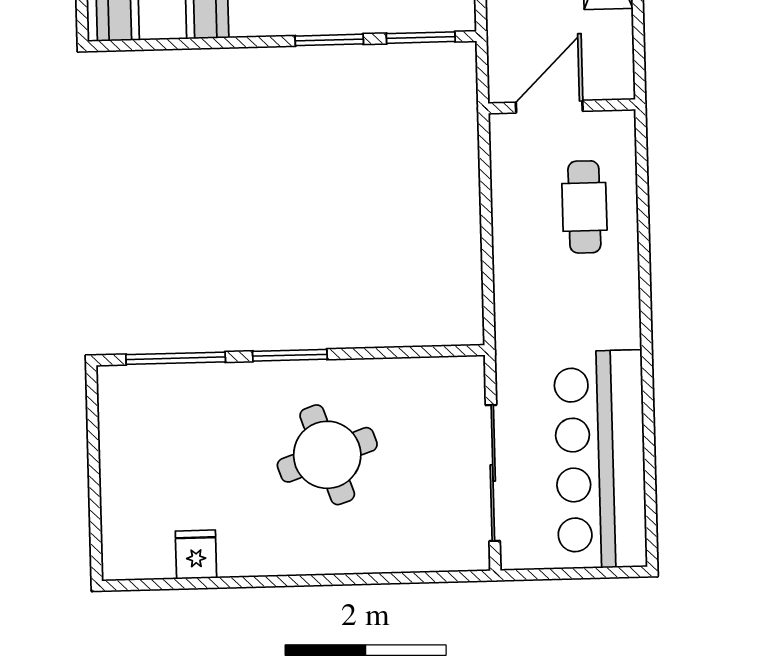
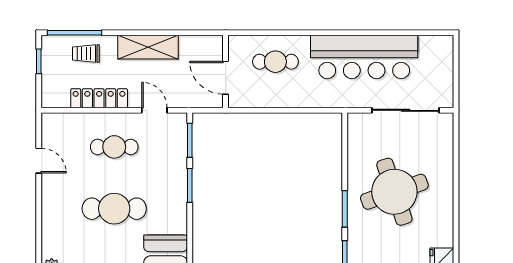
round table: (327, 455) -> (394, 192), width x1.36, depth x1.36
bar counter: (601, 459) -> (364, 57), moved

